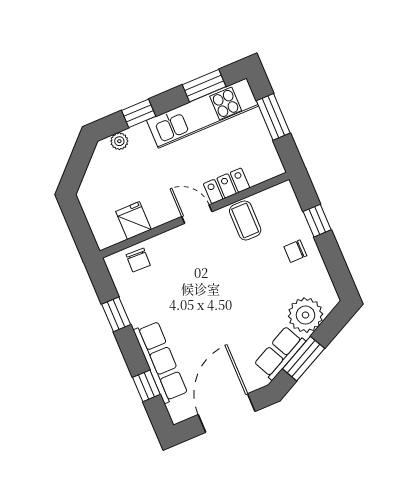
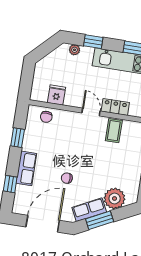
chair: (295, 251) -> (67, 178), moved
row of seats: (160, 362) -> (26, 168), width x0.68

